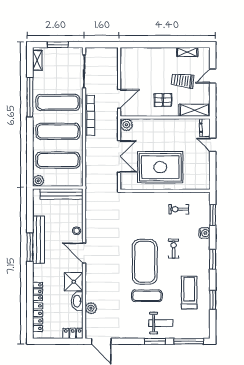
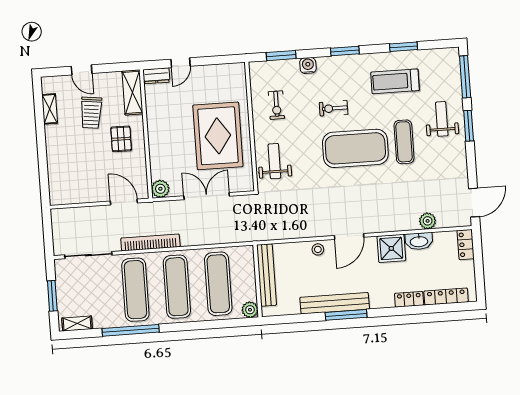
weight bench: (140, 205) -> (274, 161), added

